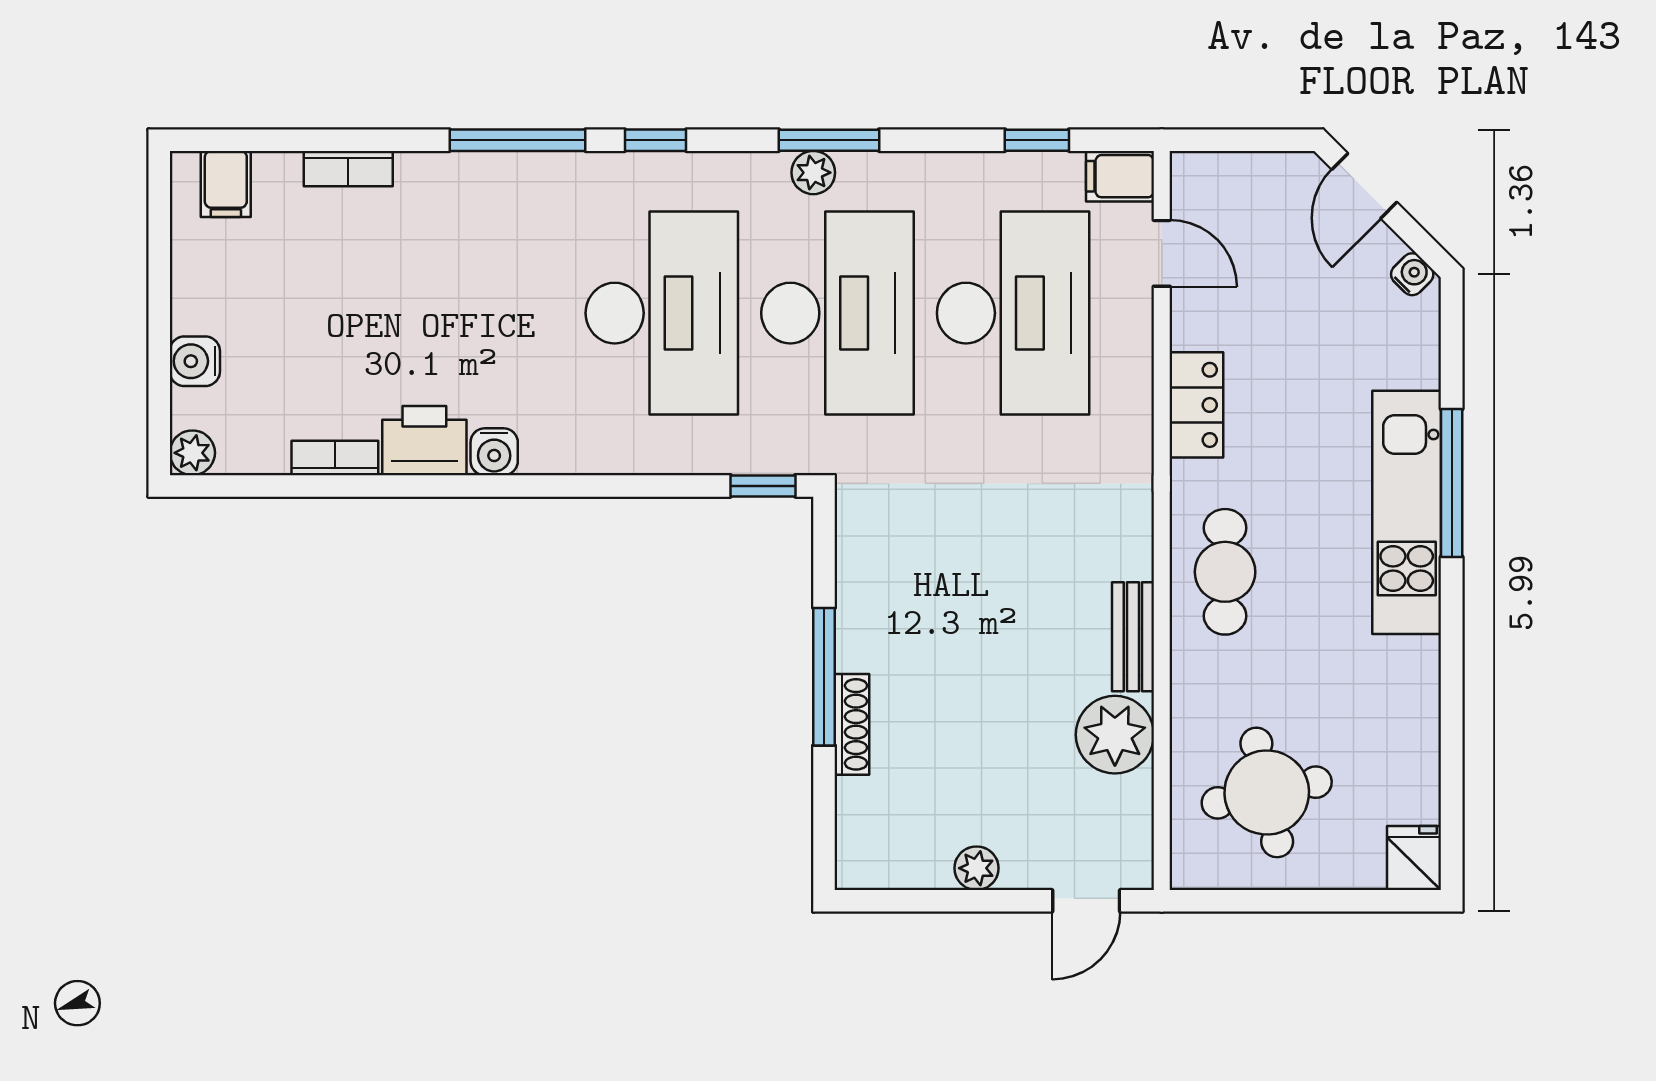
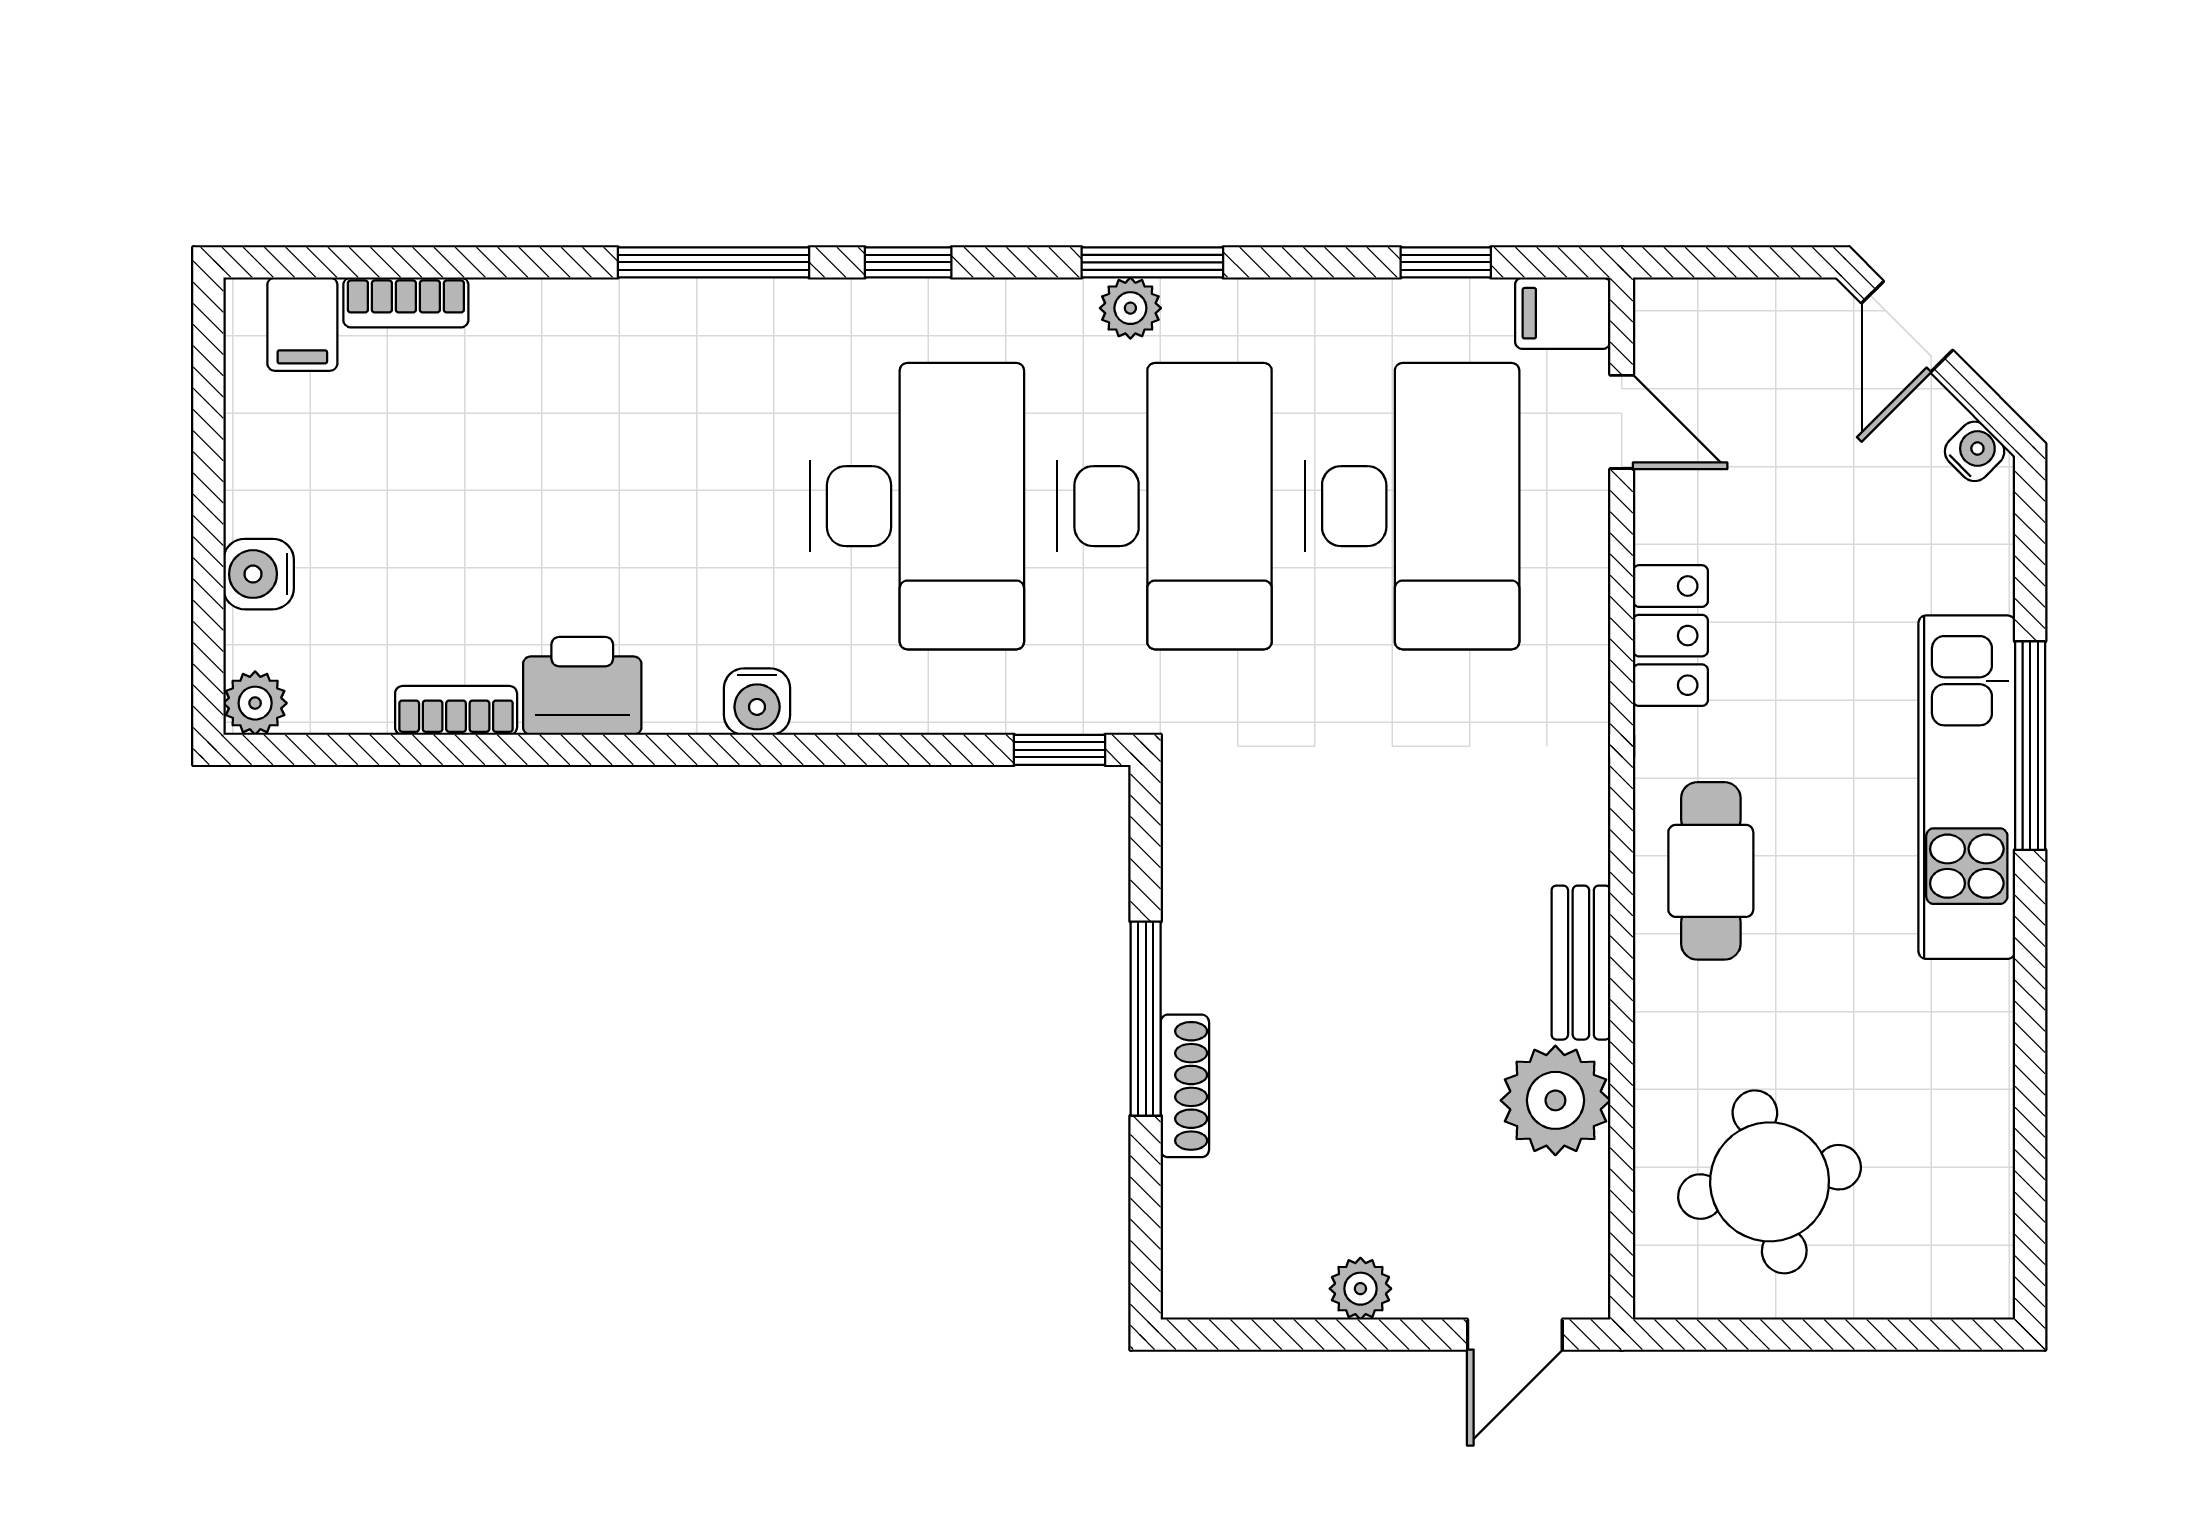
bookcase: (348, 169) -> (406, 302), moved
water cooler: (494, 452) -> (757, 702), moved
fridge: (1414, 858) -> (1977, 1274), removed

